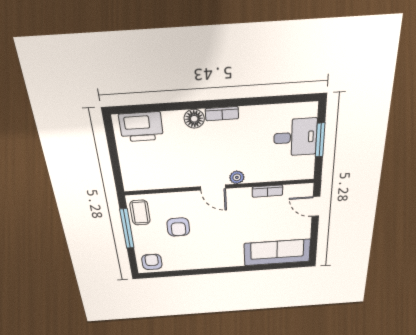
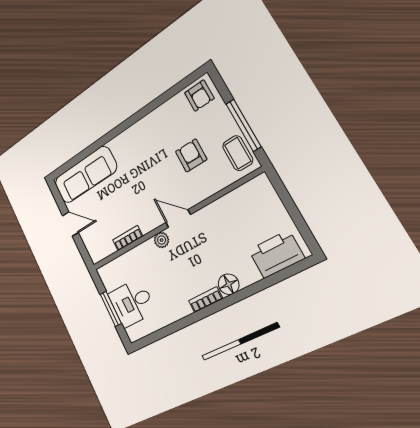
door: (316, 206) -> (71, 224), moved

